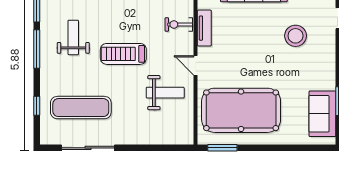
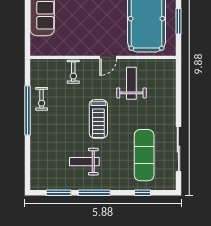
tv unit: (204, 28) -> (76, 50), removed
window: (222, 148) -> (178, 21), moved

